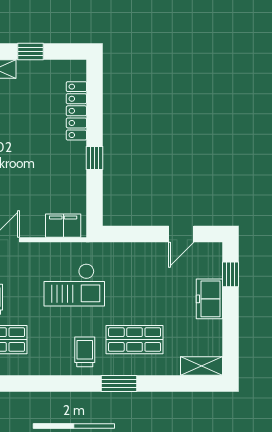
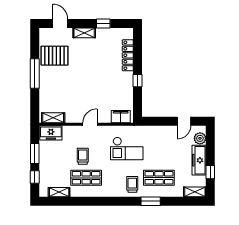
plant: (211, 266) -> (200, 138), added
window: (231, 274) -> (210, 172), moved
freezer: (209, 299) -> (199, 160), width x1.40

